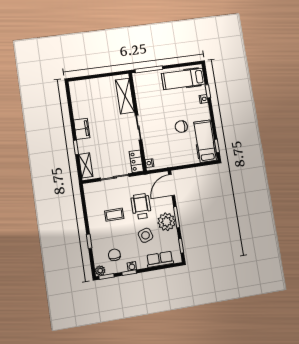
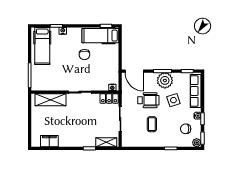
filing cabinet: (82, 129) -> (49, 141), moved
wheelchair: (141, 206) -> (148, 100), turned 180
row of seats: (160, 259) -> (196, 91), width x1.48

